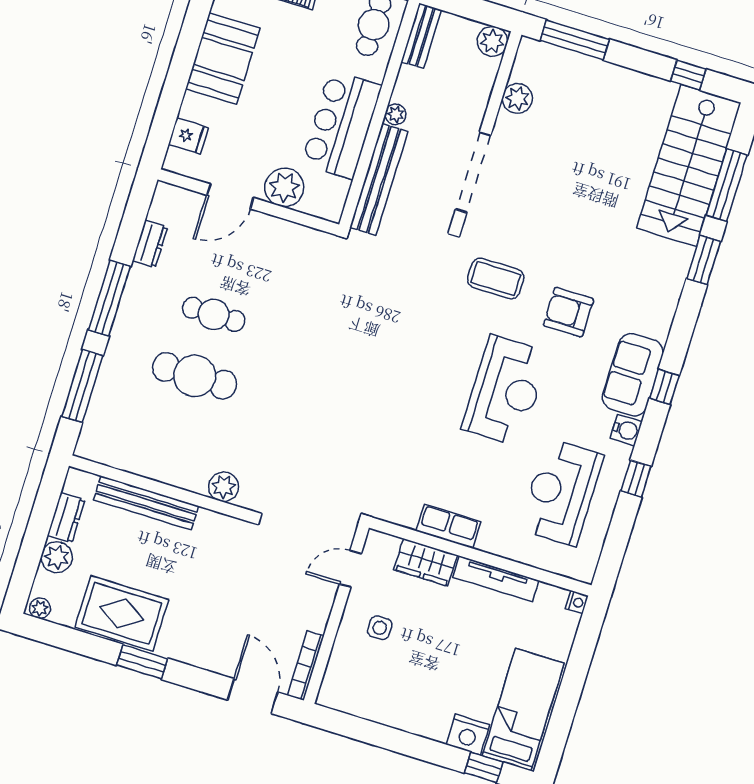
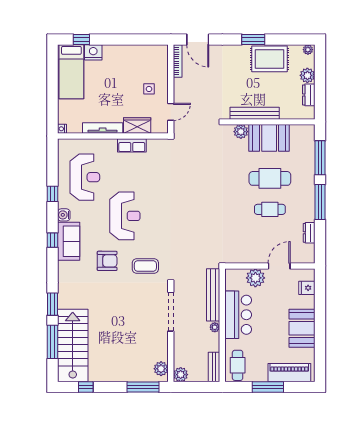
plant: (517, 98) -> (161, 369), moved
reception desk: (506, 391) -> (125, 216), turned 180
booth: (171, 457) -> (269, 138), added
bench: (146, 503) -> (255, 113), moved

